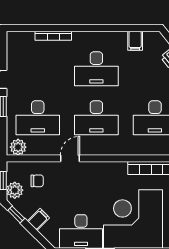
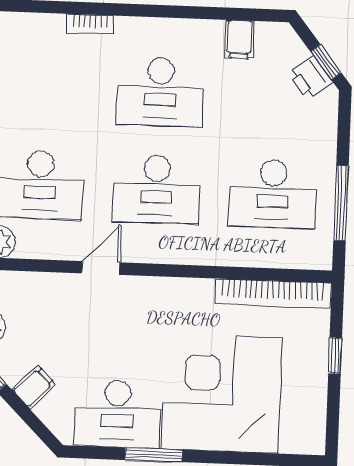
bookcase: (53, 36) -> (90, 24), width x0.64
chair: (37, 181) -> (34, 310), removed

